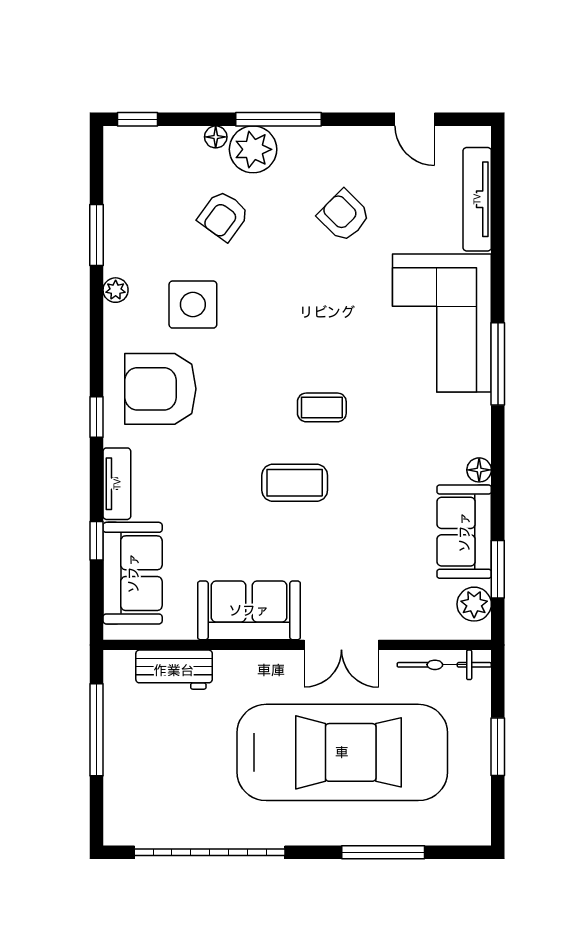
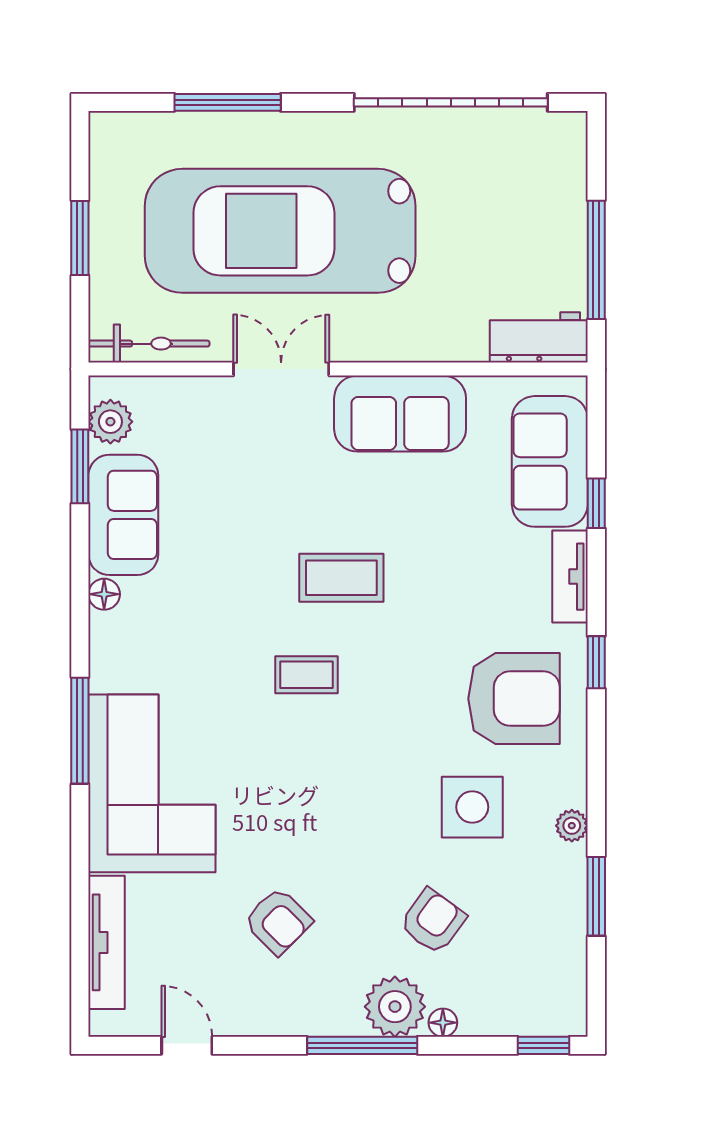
workbench: (174, 670) -> (539, 337), moved

